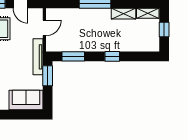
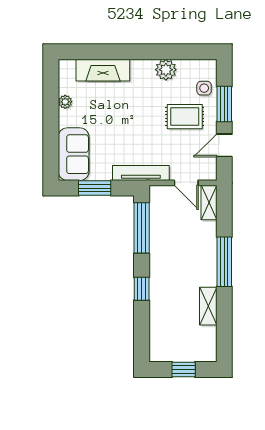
shelving: (148, 13) -> (209, 202), moved
window: (73, 56) -> (142, 228), width x1.44
window: (48, 76) -> (95, 188), moved

